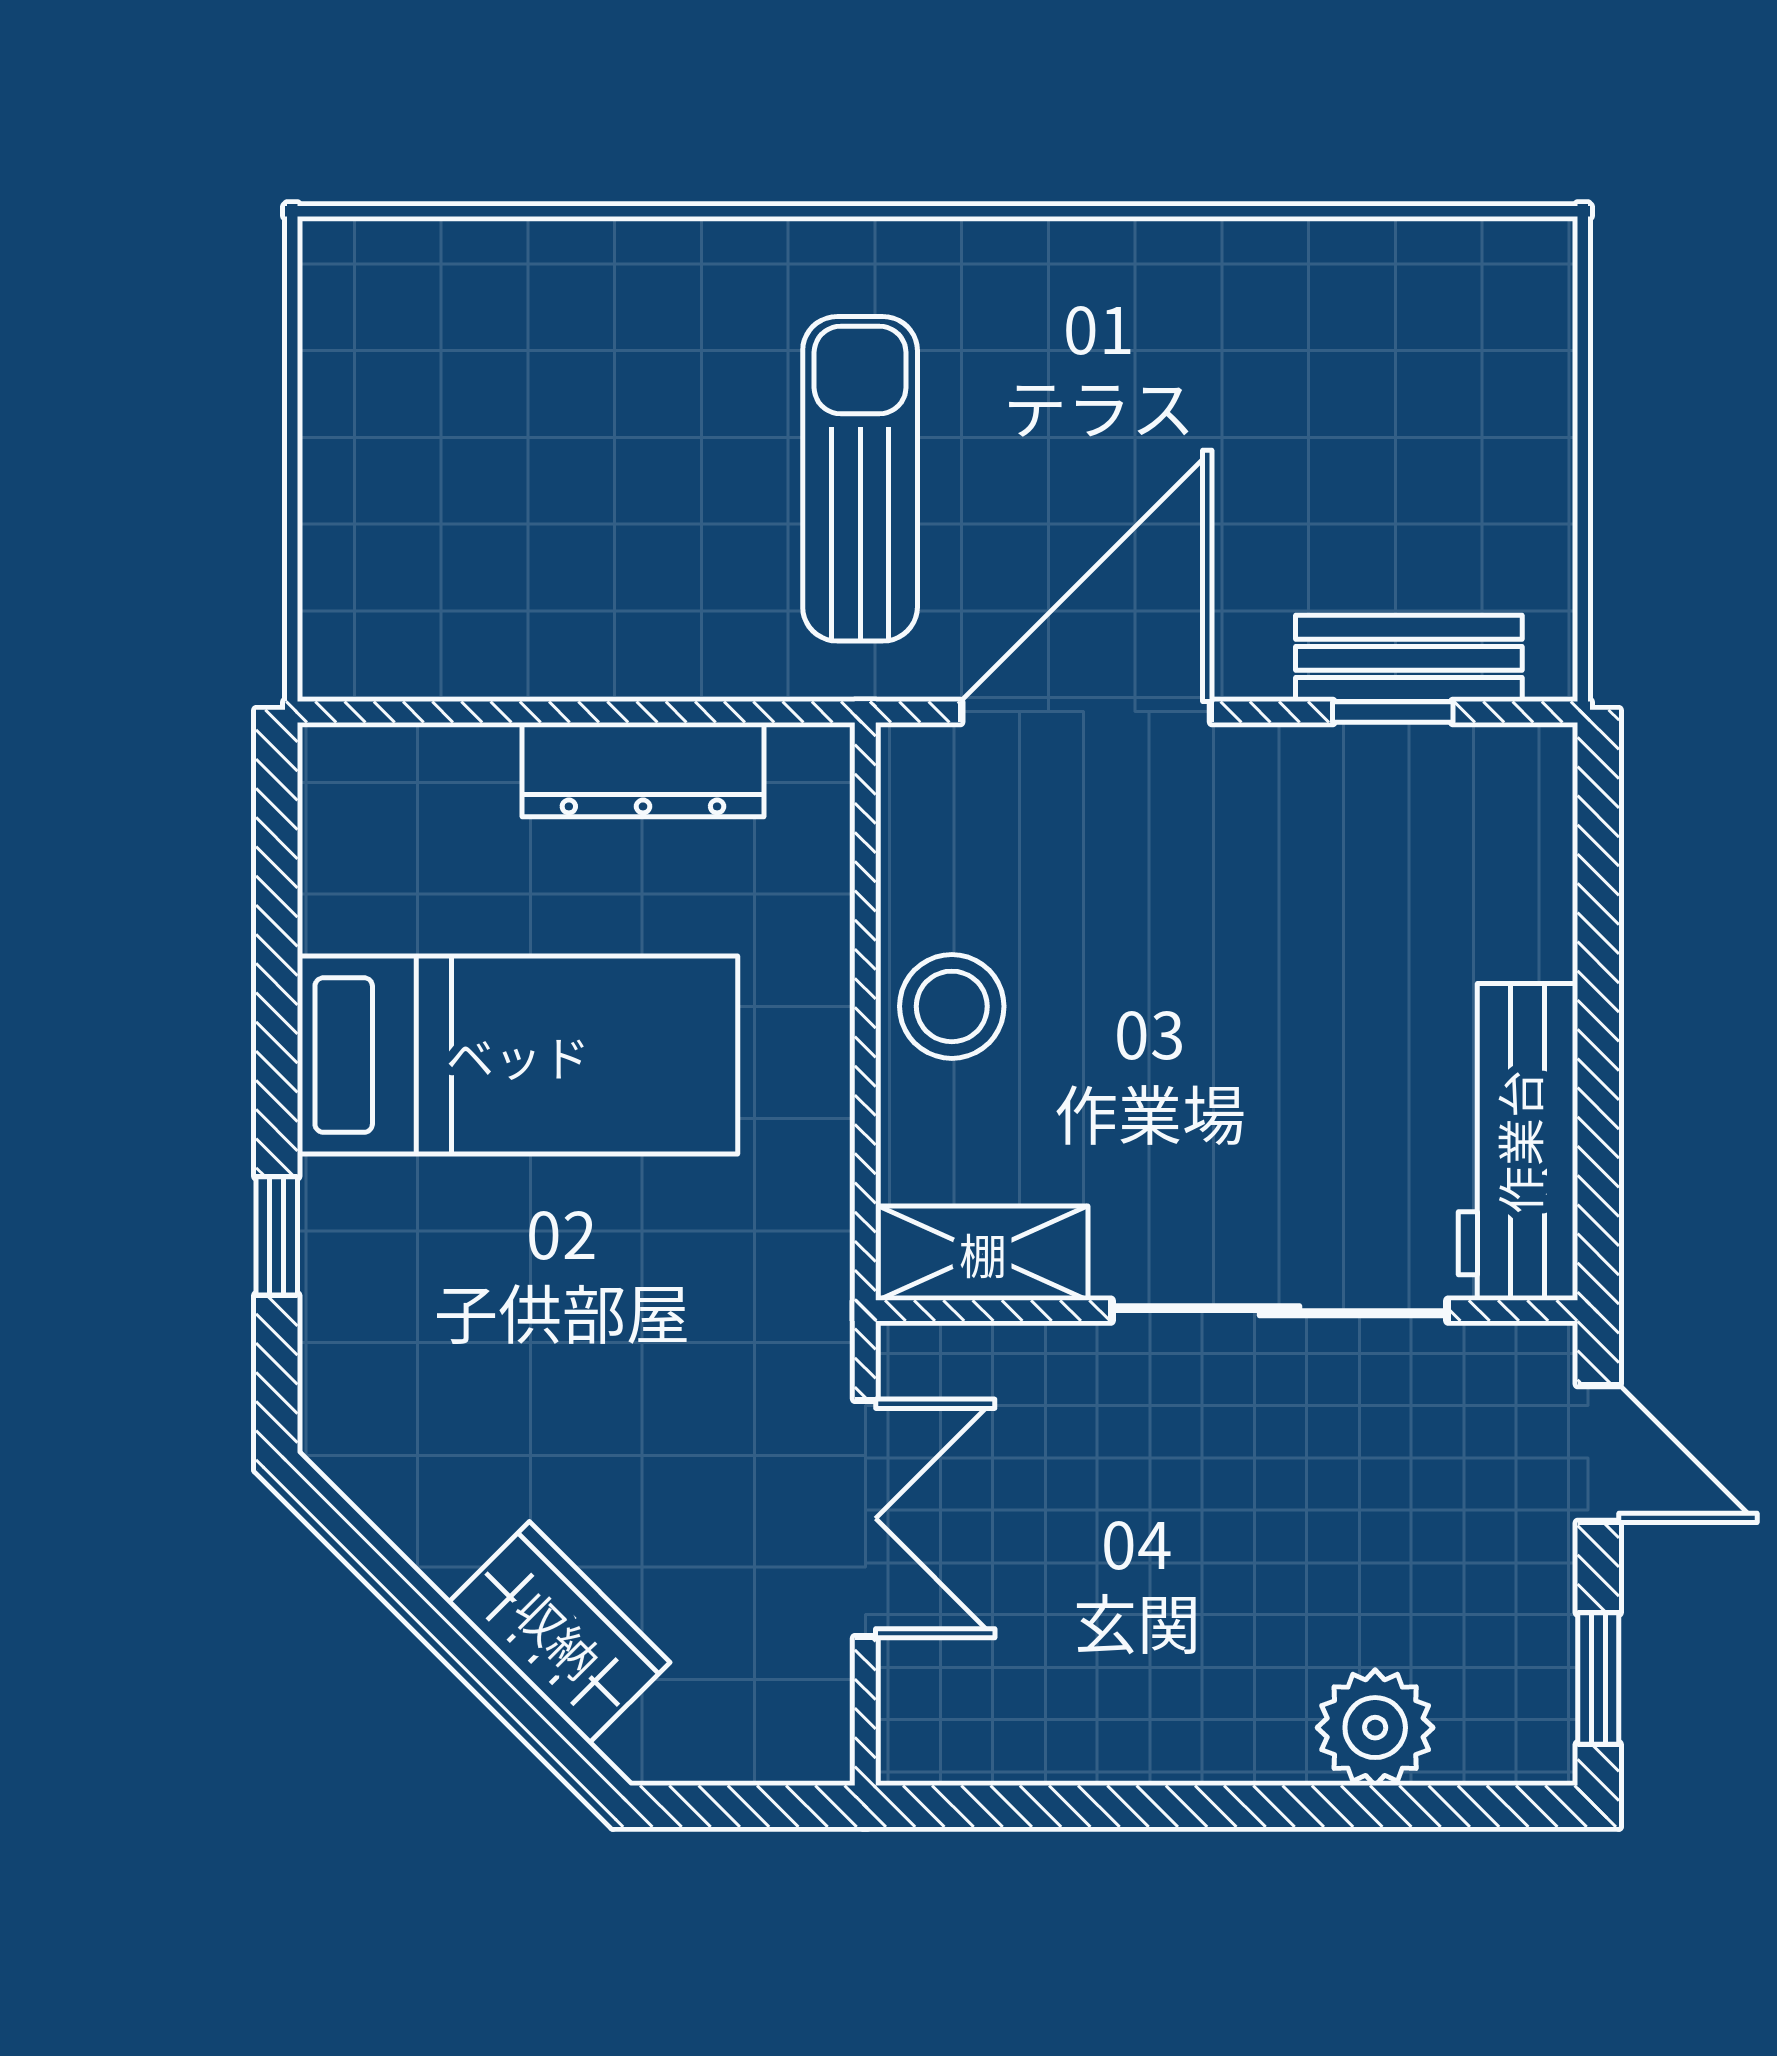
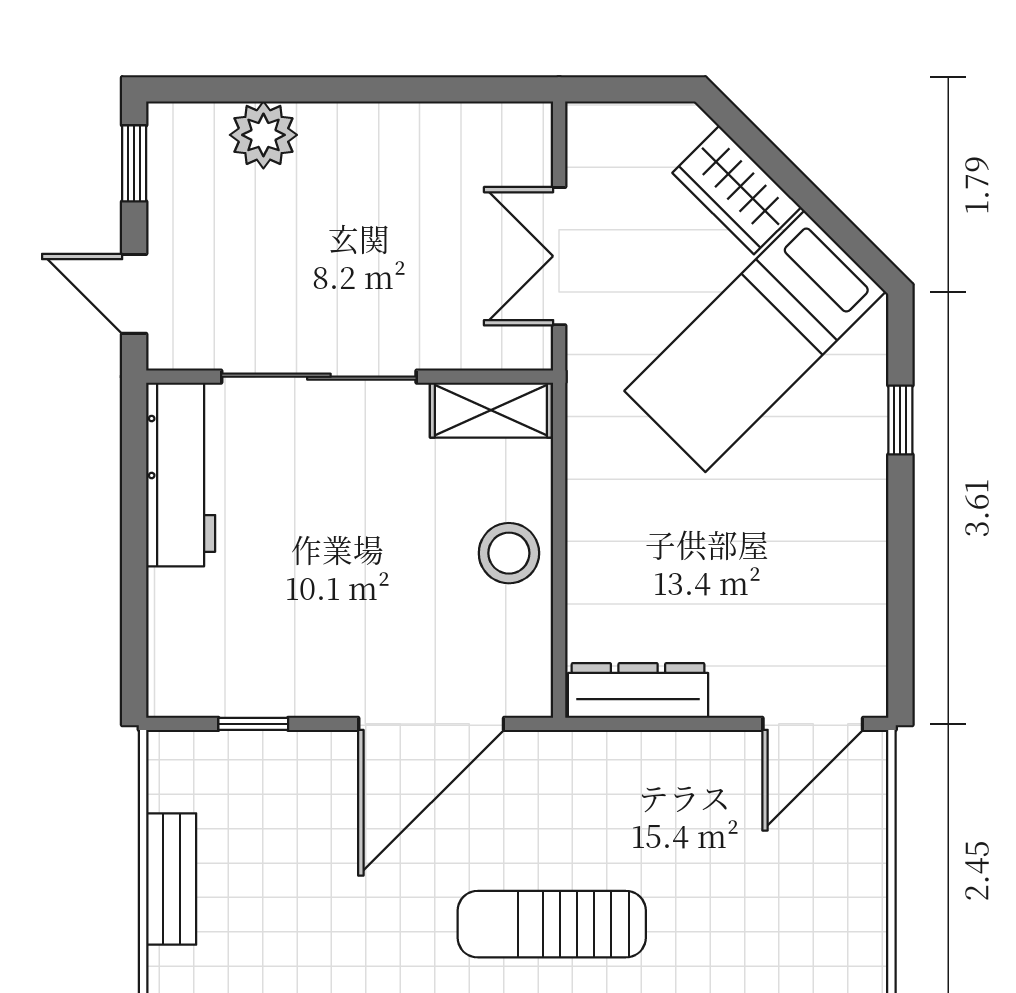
sun lounger: (860, 479) -> (552, 924), moved, turned 90
bench: (1409, 658) -> (171, 879), moved, turned 90
door: (428, 712) -> (813, 724), added
dresser: (643, 770) -> (638, 690), moved
bed: (518, 1055) -> (755, 341), moved, turned -45

